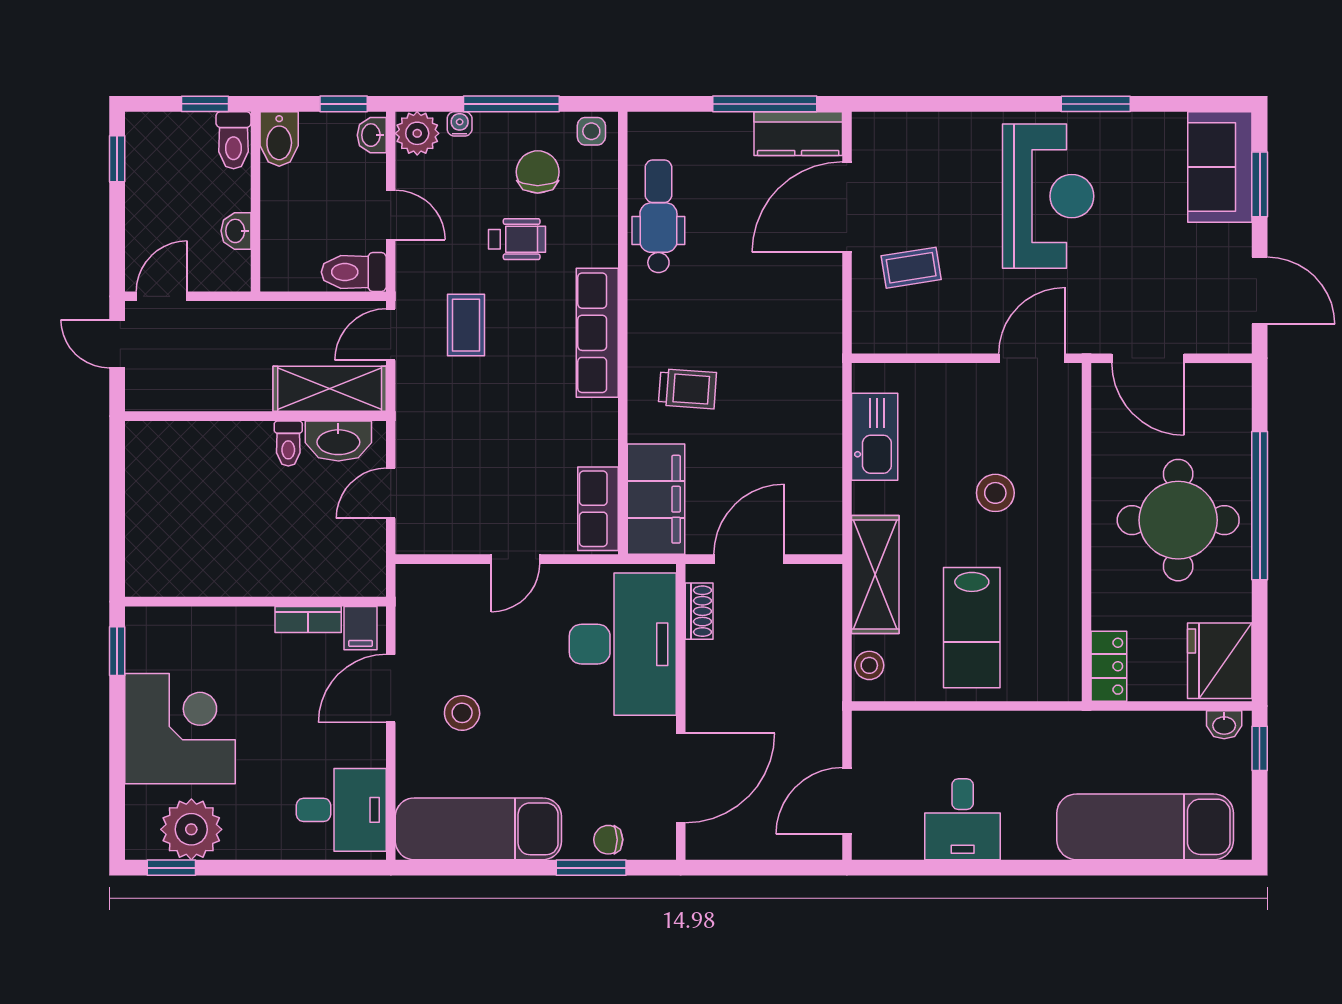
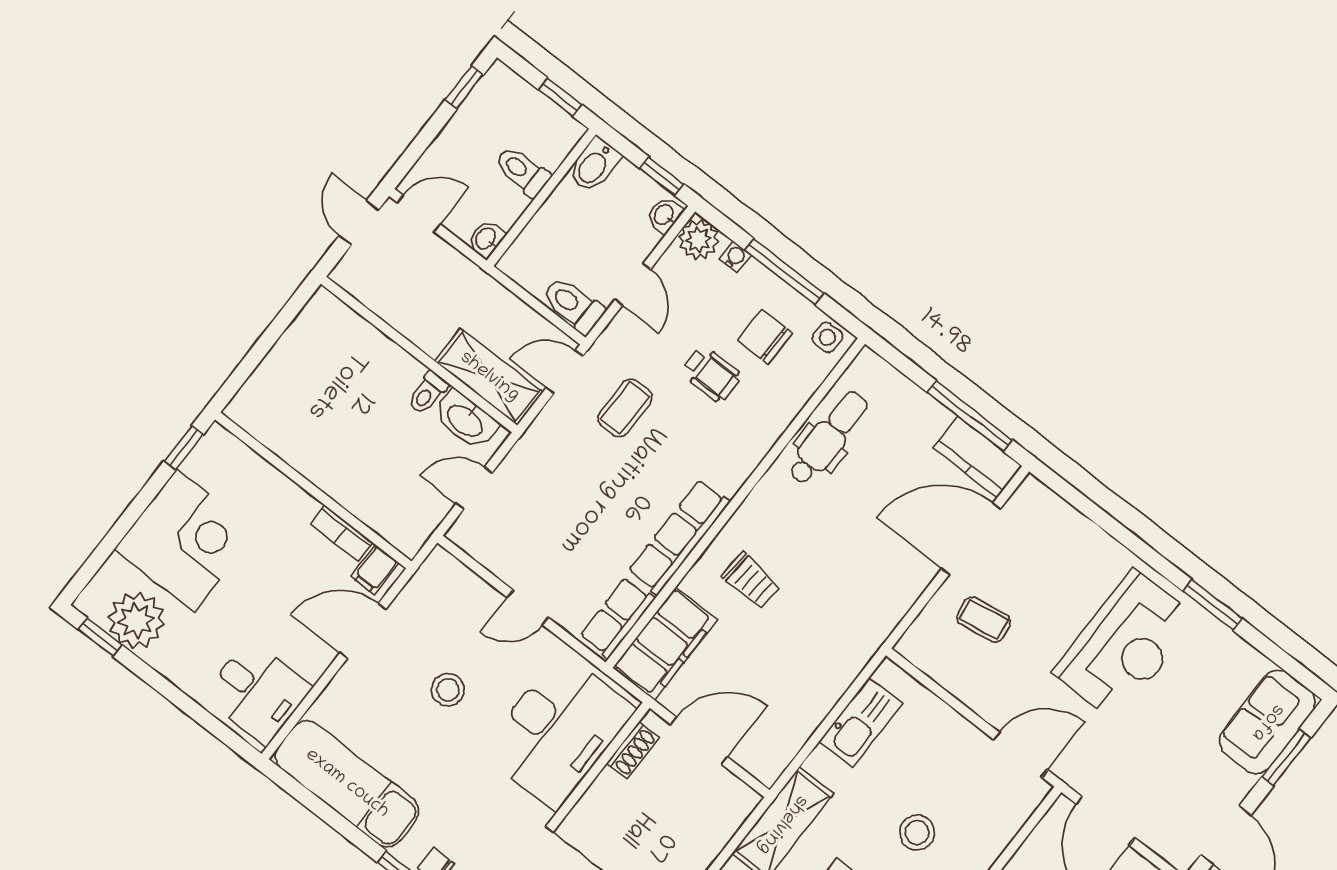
toilet: (234, 140) -> (522, 171), moved, turned 90
chair: (538, 172) -> (765, 337), turned -90
washbasin: (236, 231) -> (486, 239), moved
row of seats: (597, 333) -> (679, 537), moved
stool: (462, 713) -> (448, 690), moved

